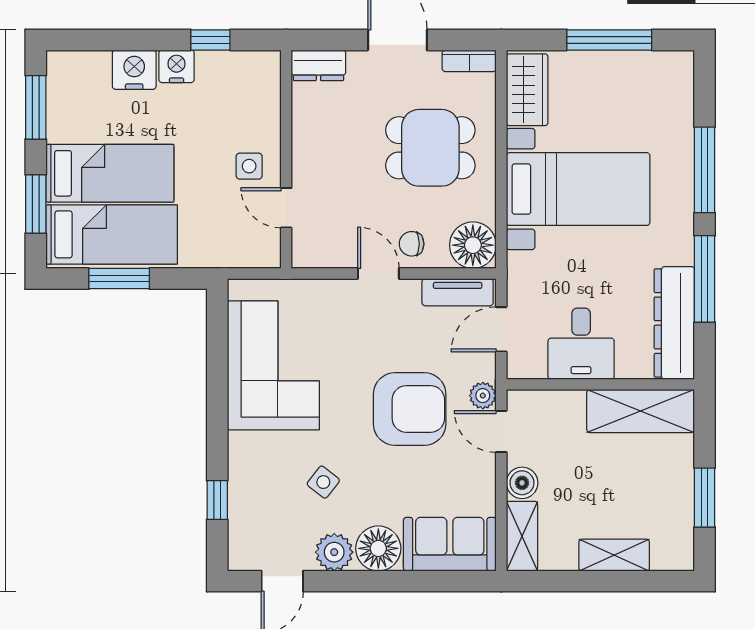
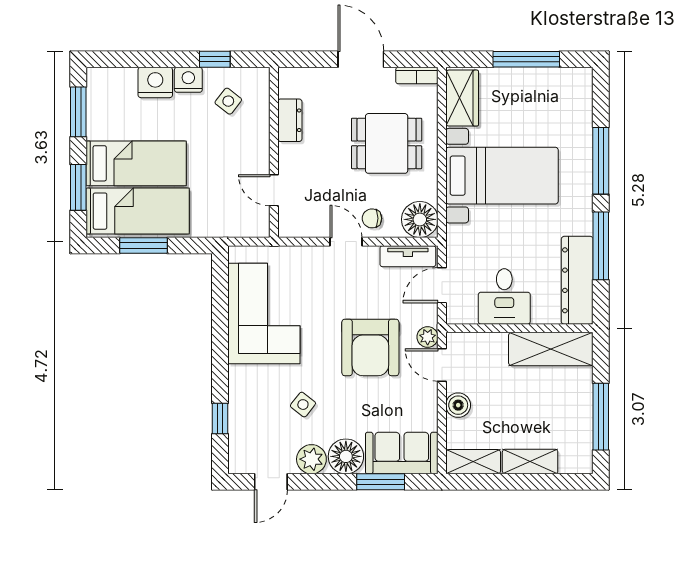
dresser: (318, 65) -> (290, 120), moved, turned -90
side table: (249, 166) -> (228, 101), moved, turned 38
armchair: (410, 409) -> (370, 347), turned 90
window: (705, 498) -> (601, 417), width x1.44
shelving: (522, 536) -> (473, 462), moved, turned 90
window: (423, 581) -> (381, 482), added

